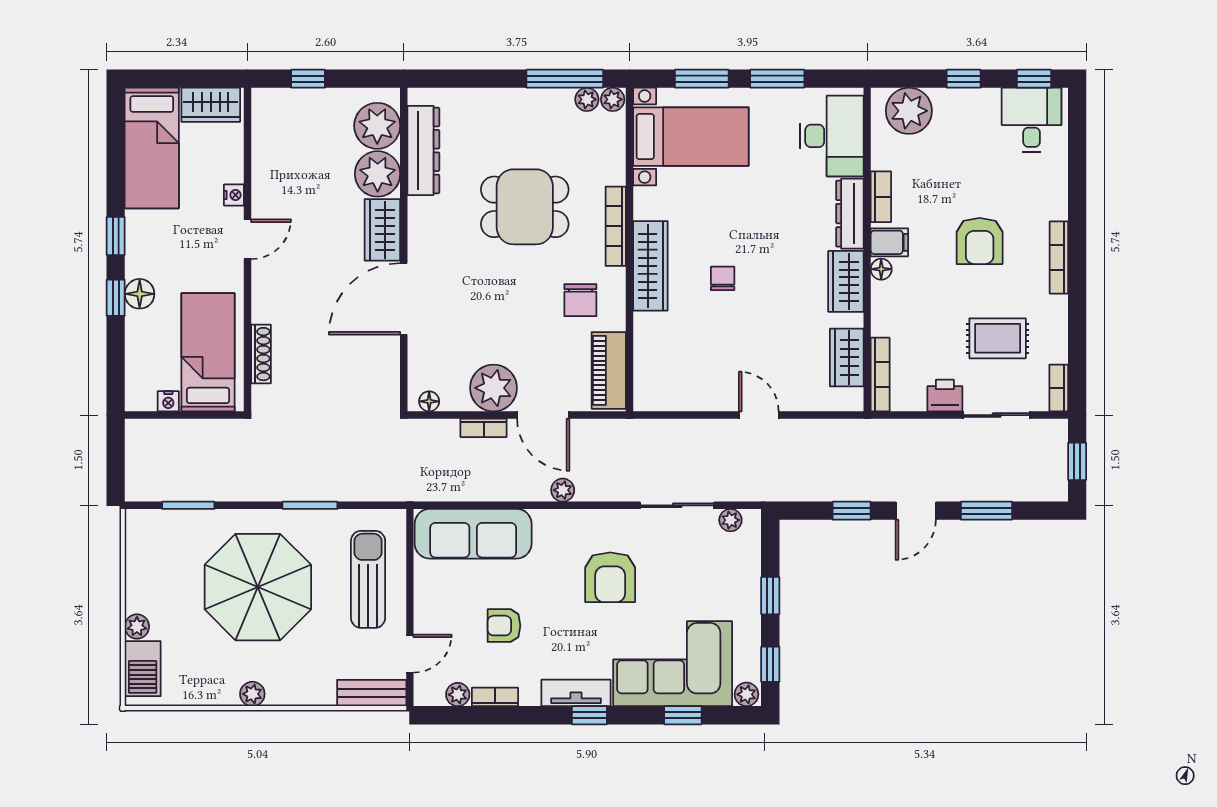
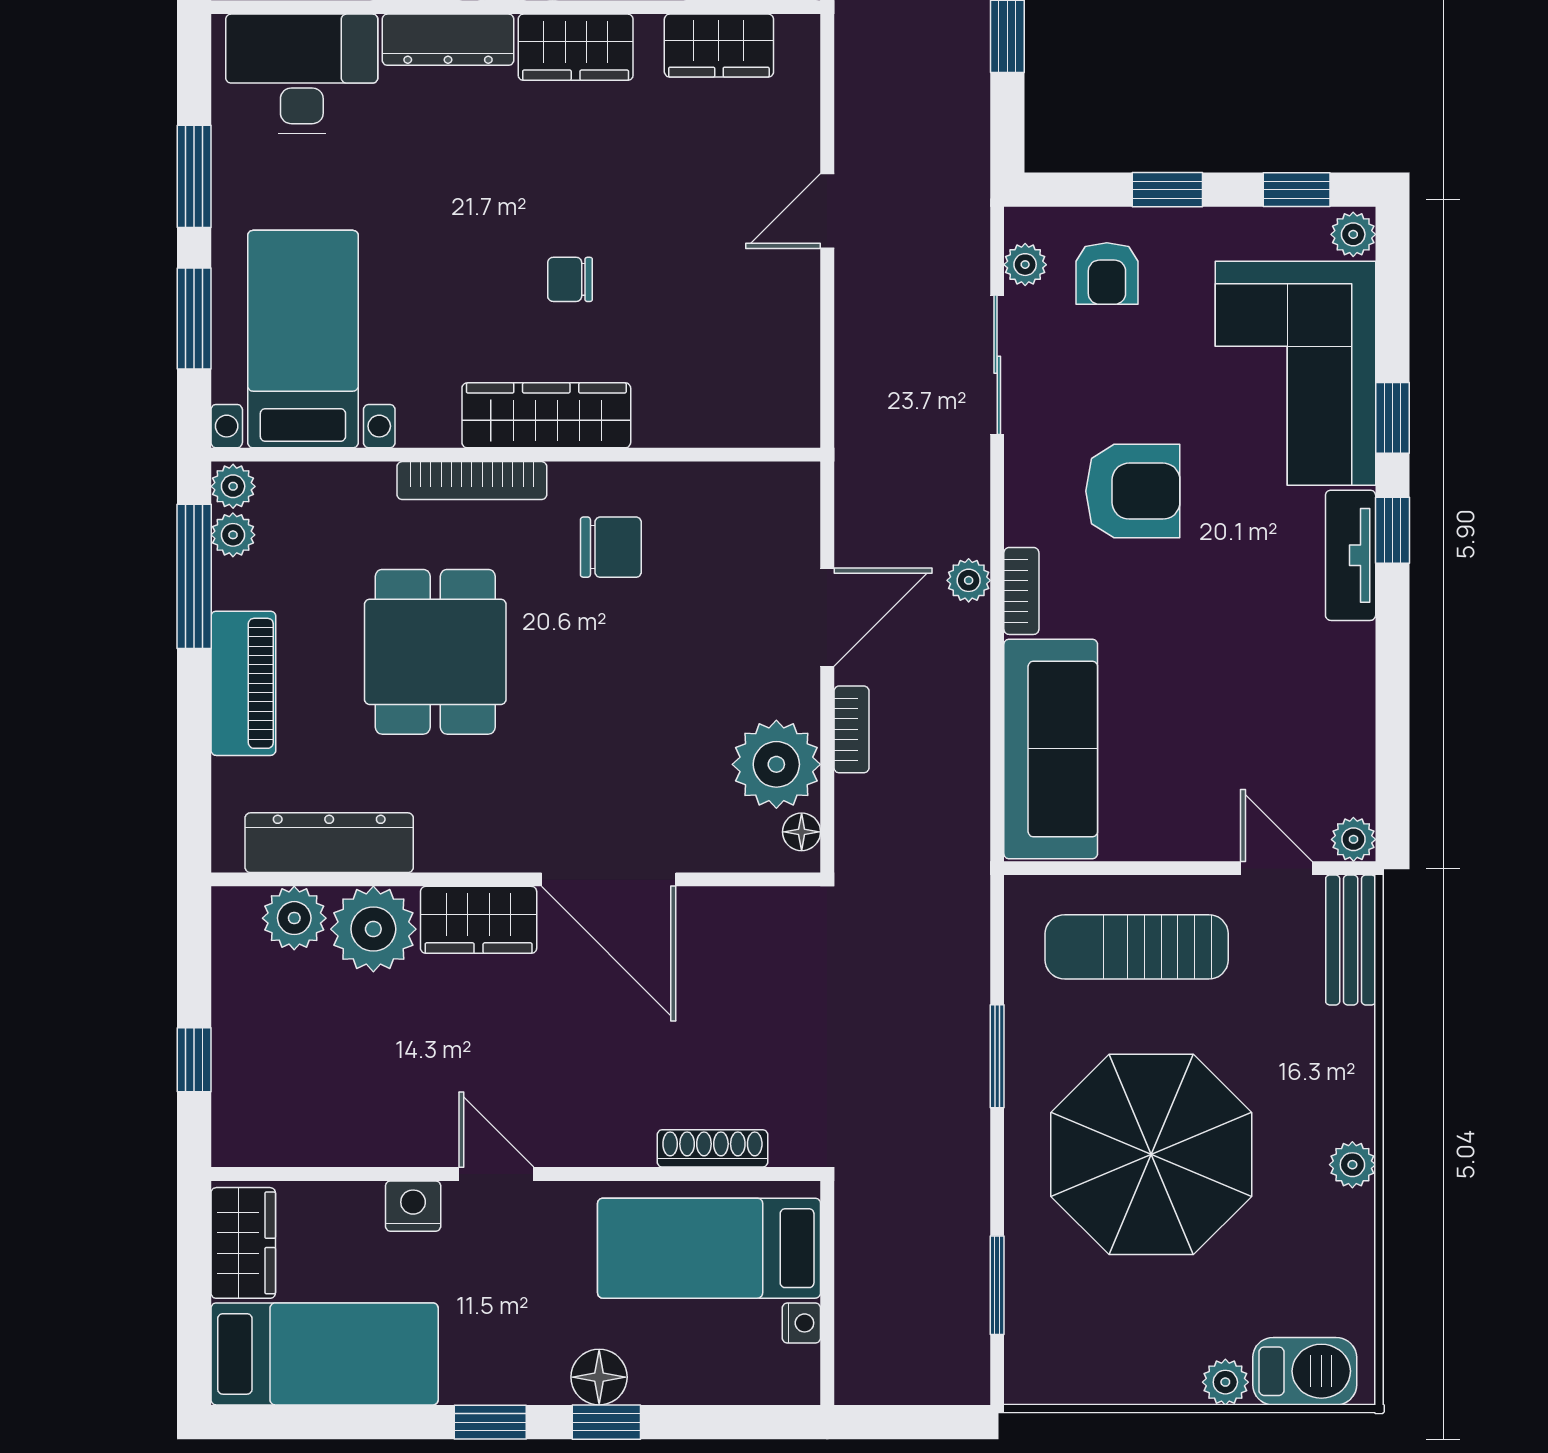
plant: (377, 126) -> (294, 918), width x0.73, depth x0.73
nightstand: (234, 195) -> (413, 1206), width x1.39, depth x1.35
piano: (609, 370) -> (243, 683), moved, turned -90
plant: (494, 388) -> (776, 764), moved
armchair: (504, 626) -> (1107, 274), moved
plant: (458, 695) -> (1353, 839), moved
bookcase: (495, 697) -> (1021, 591), moved, turned 180
window: (683, 715) -> (1392, 418), moved

